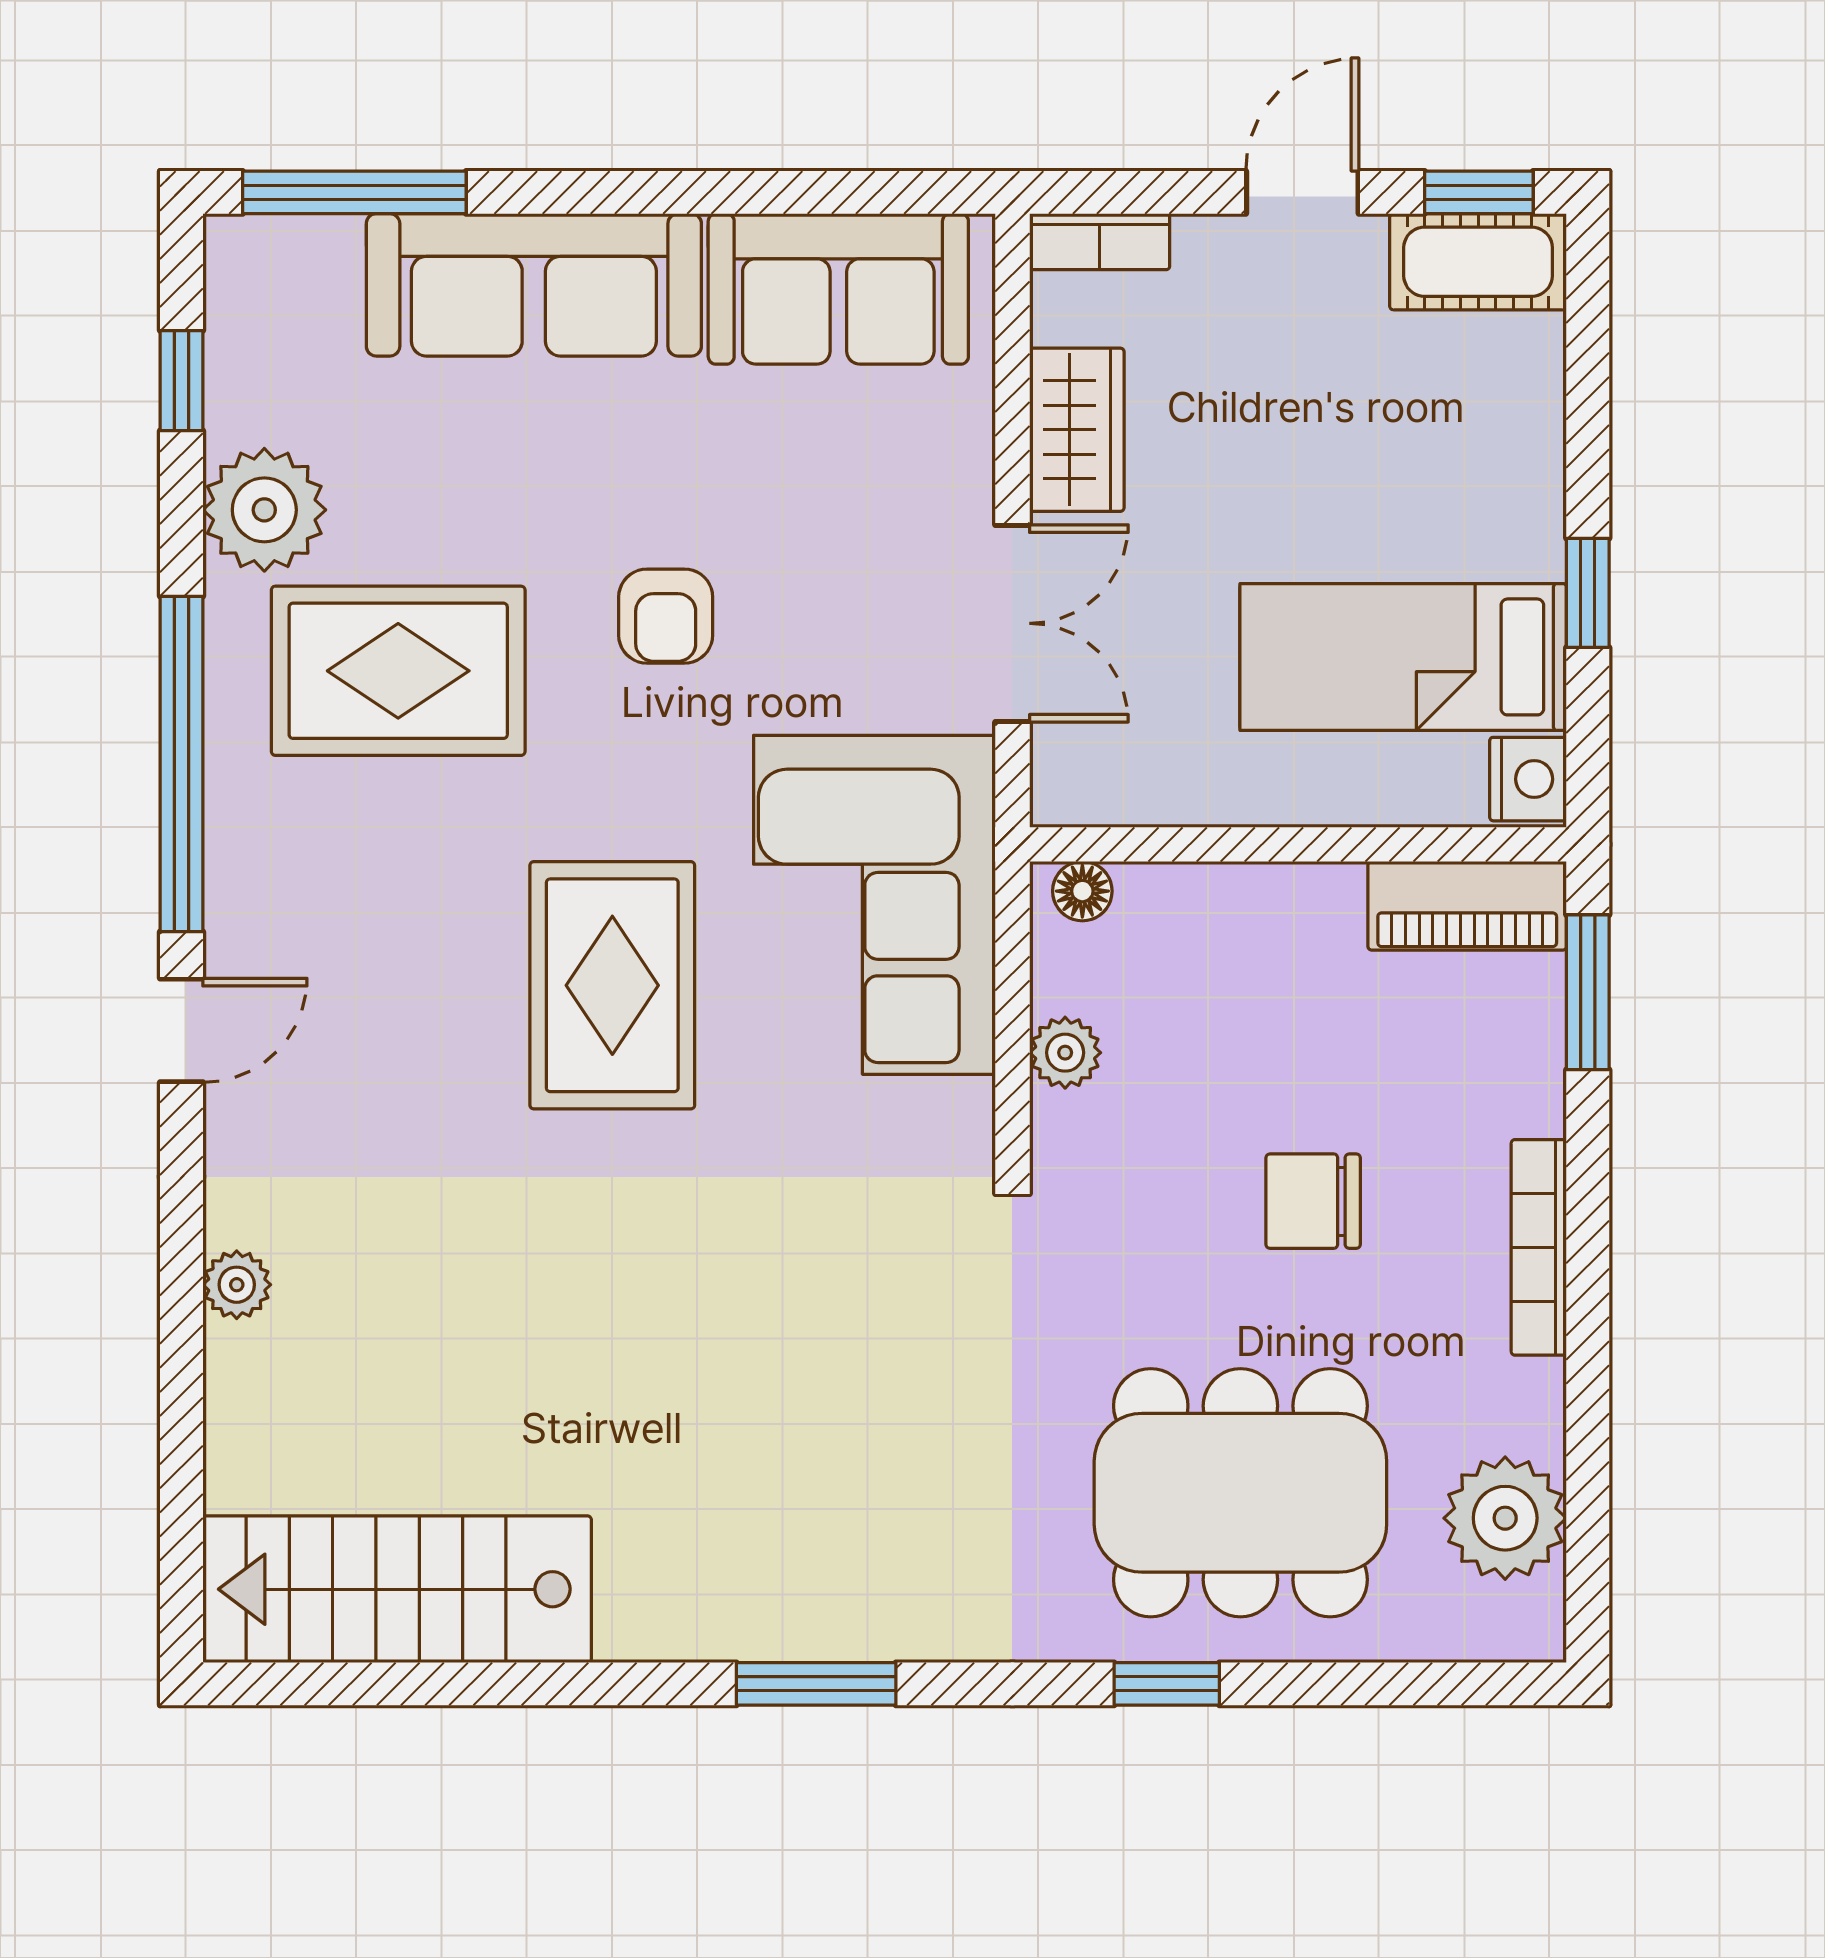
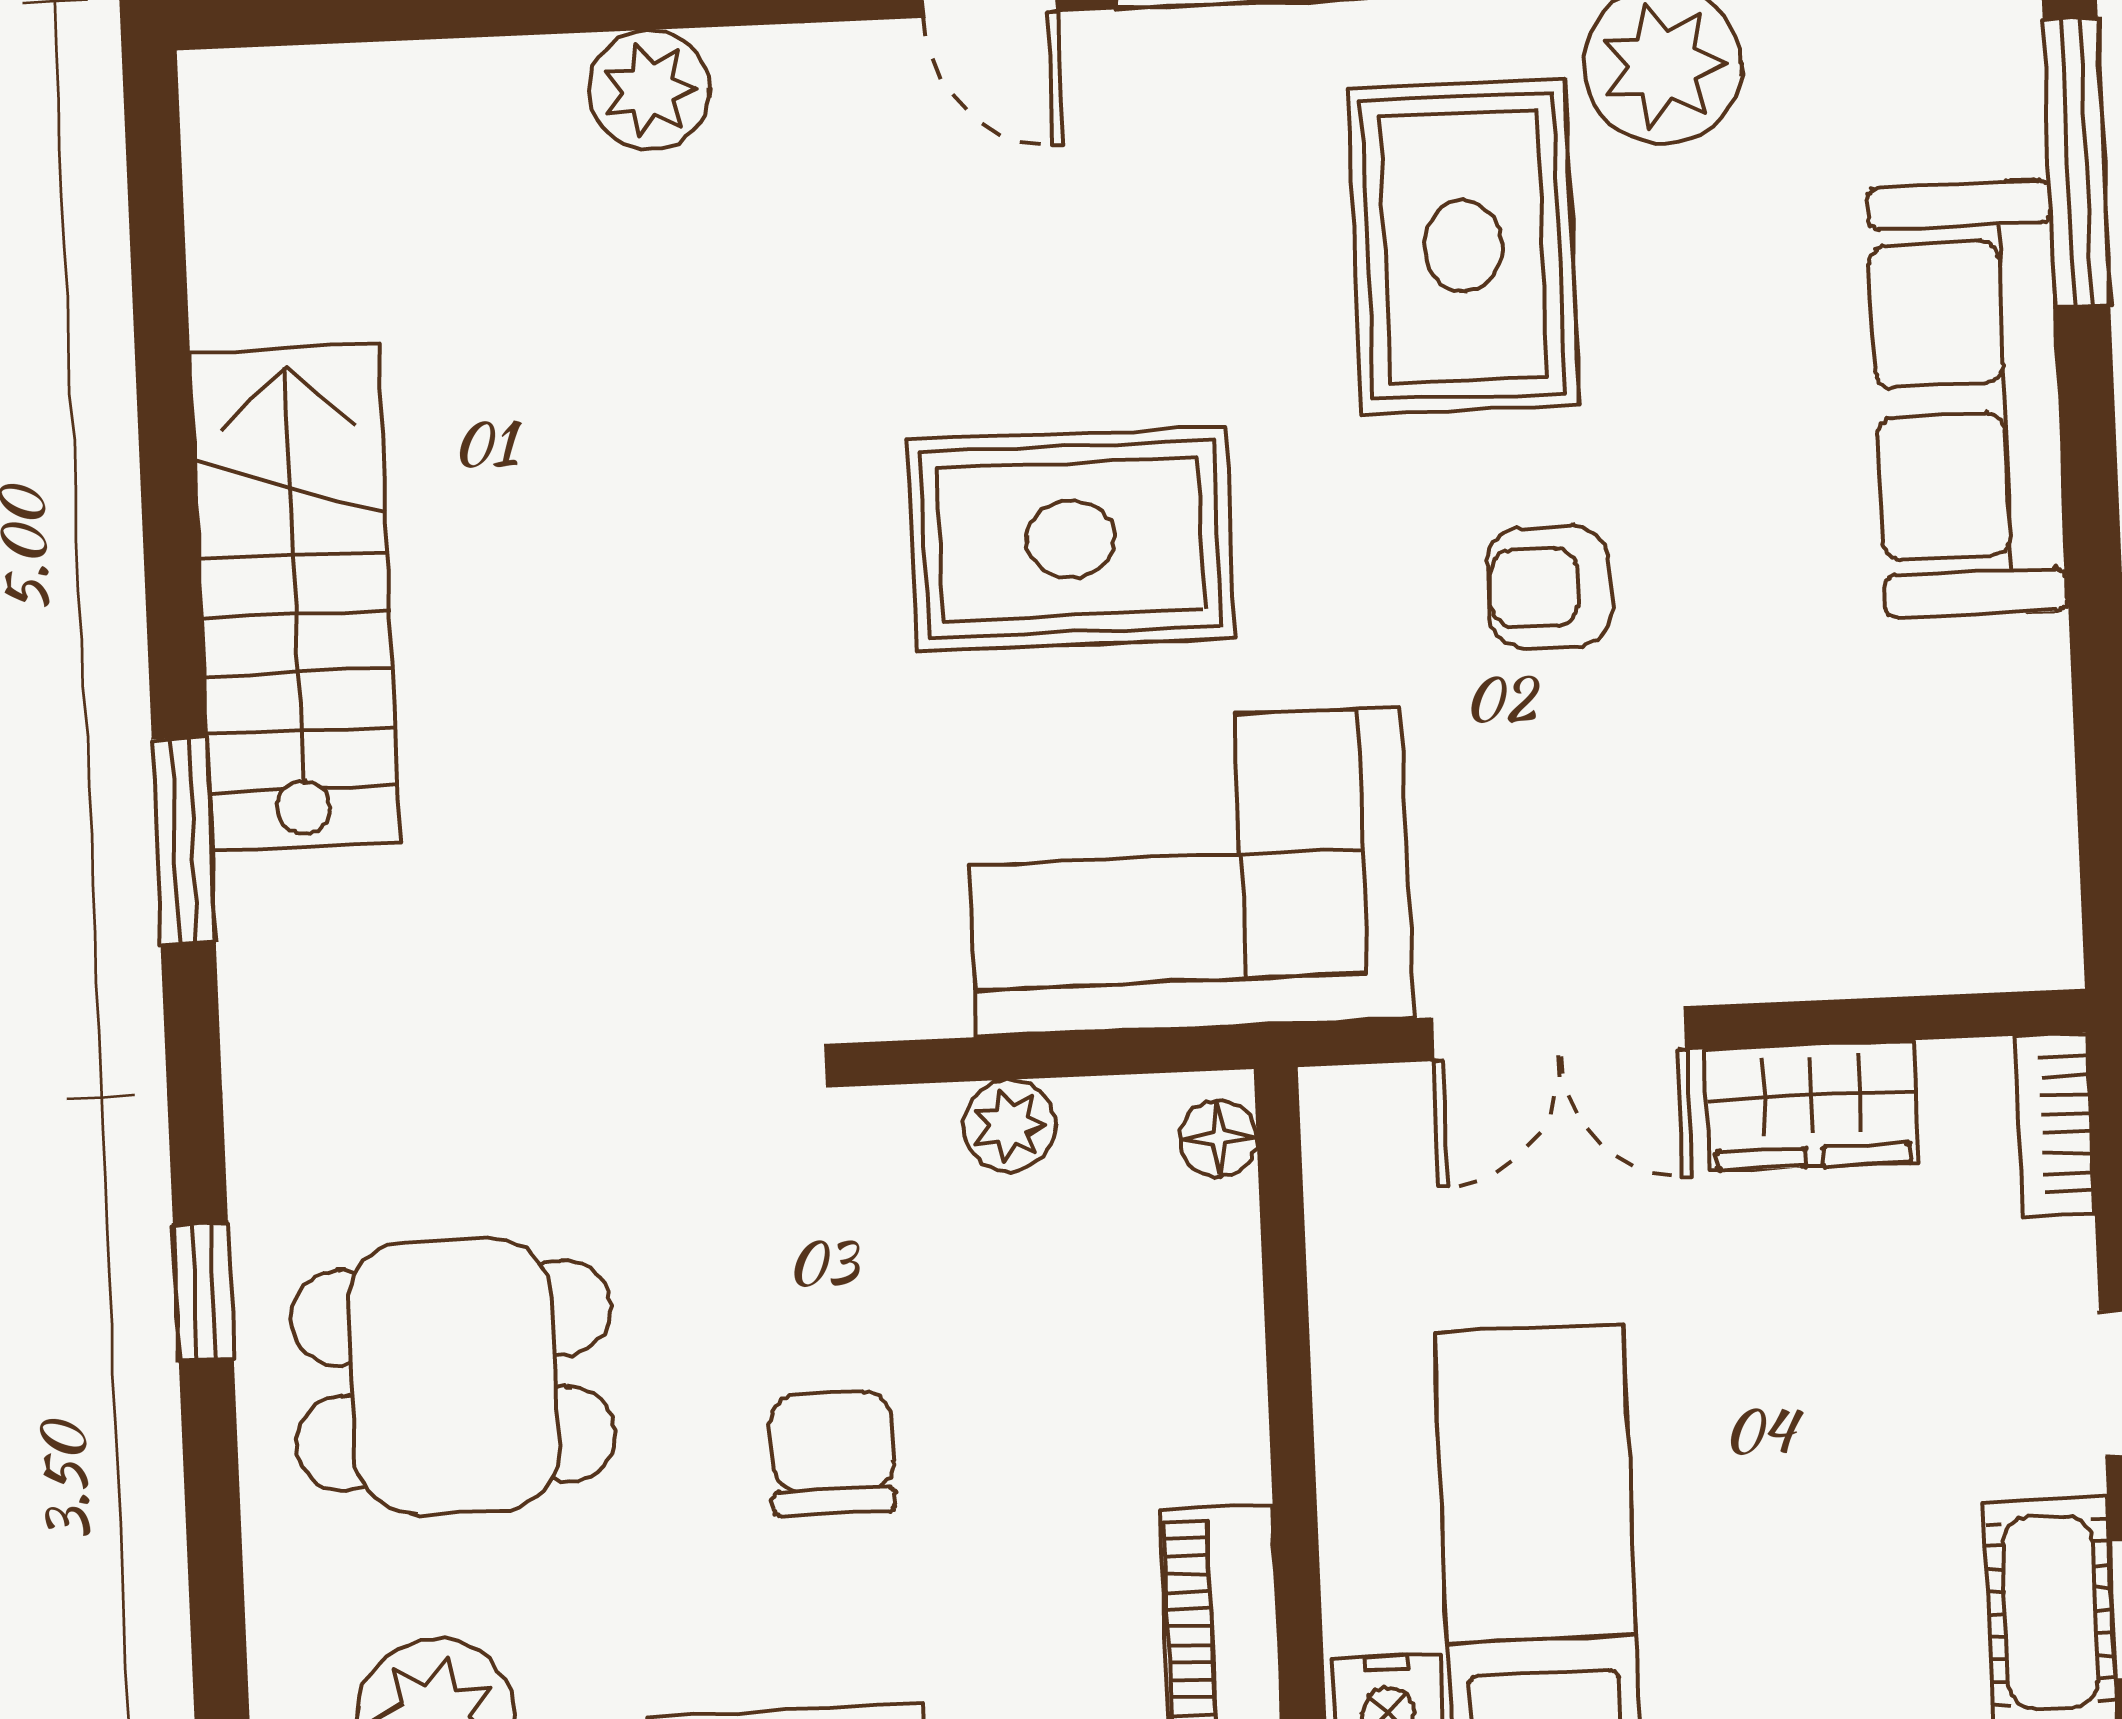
sofa: (838, 289) -> (1979, 791), removed
plant: (237, 1285) -> (649, 90), width x1.38, depth x1.38
dining table: (1240, 1493) -> (453, 1376), width x0.73
stairs: (397, 1589) -> (295, 597), moved

